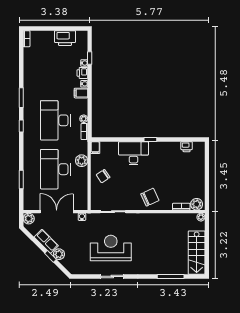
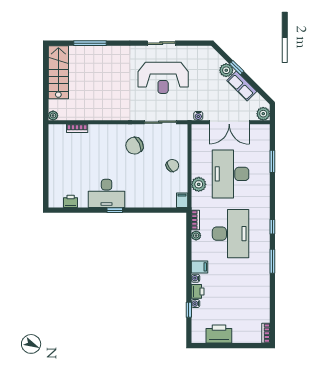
desk: (133, 153) -> (107, 193), moved
desk: (55, 169) -> (231, 174), turned 180
chair: (150, 197) -> (134, 146), moved
plant: (197, 204) -> (58, 131), removed

